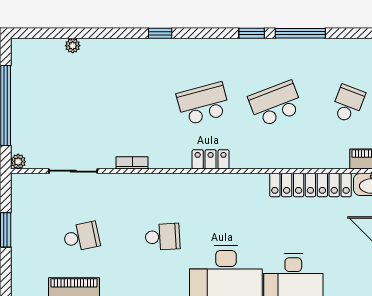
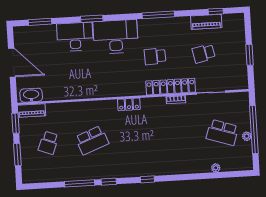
window: (160, 33) -> (147, 179), moved
school desk: (203, 104) -> (222, 132), moved, turned 33
plant: (18, 162) -> (247, 136), moved
locker: (310, 185) -> (171, 87), moved

